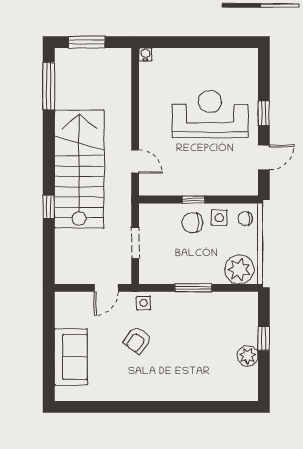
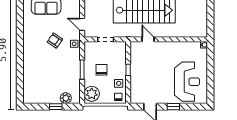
window: (87, 42) -> (210, 14), removed
reception desk: (210, 114) -> (187, 82), moved
door: (135, 162) -> (148, 39), swing flipped
chair: (192, 223) -> (101, 70), moved
plant: (248, 356) -> (66, 98), moved

